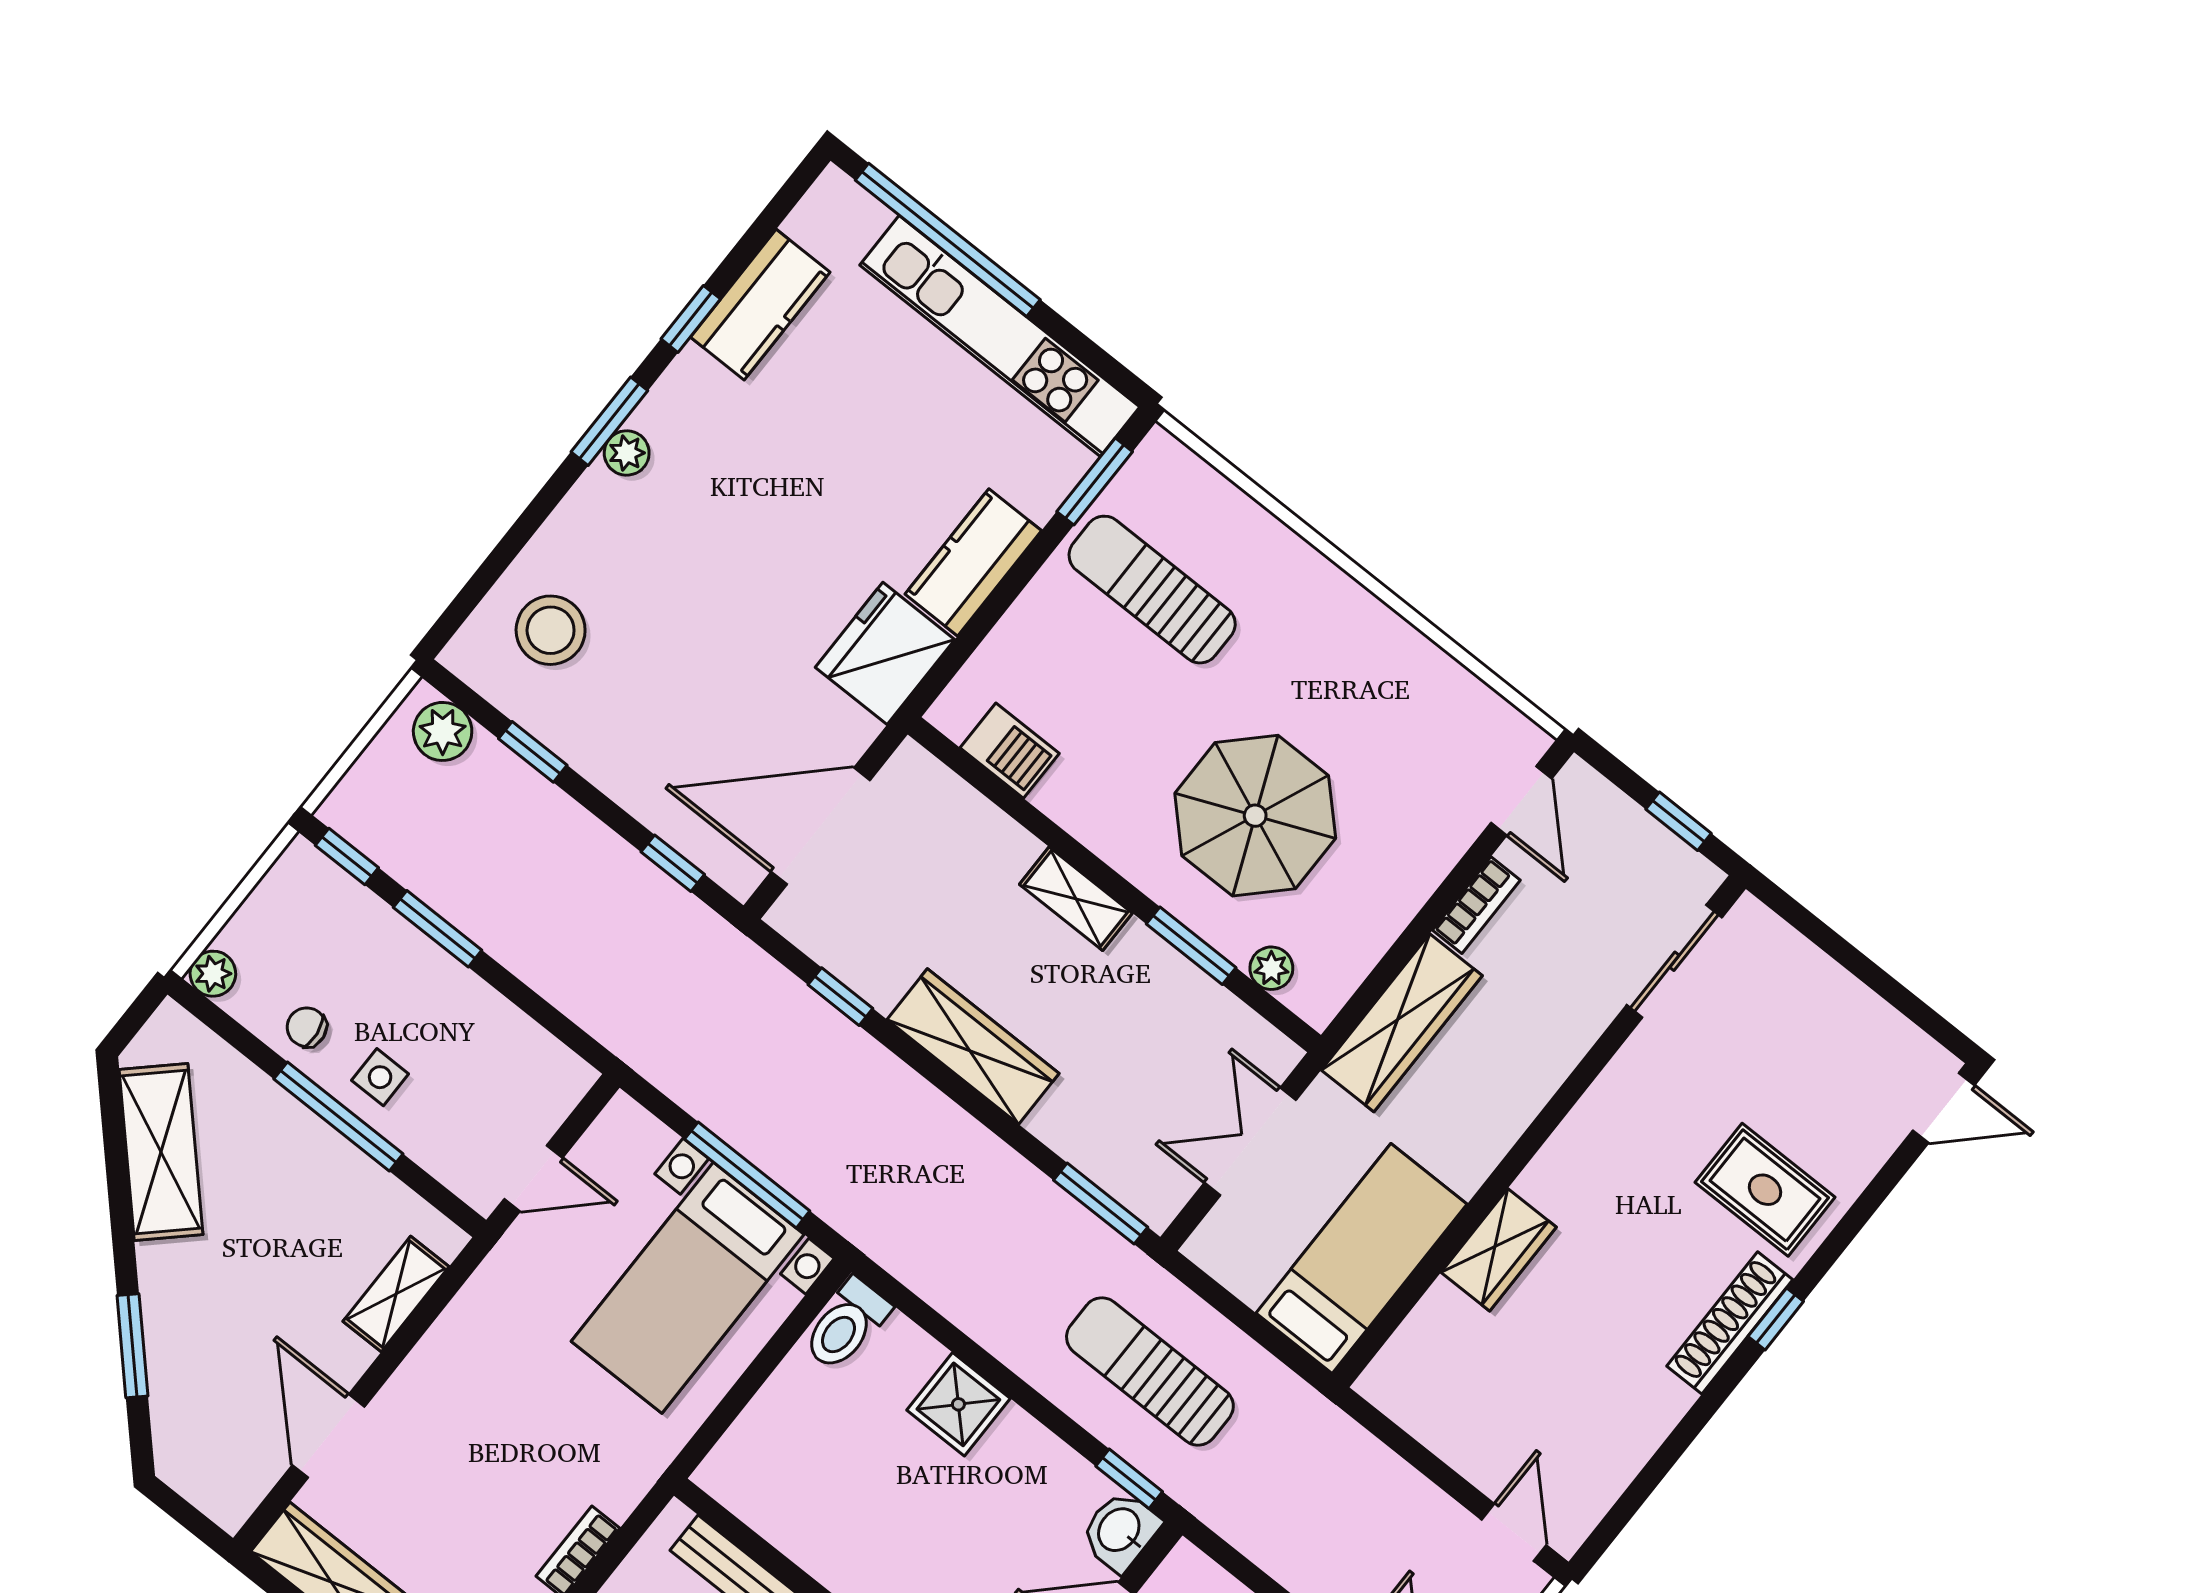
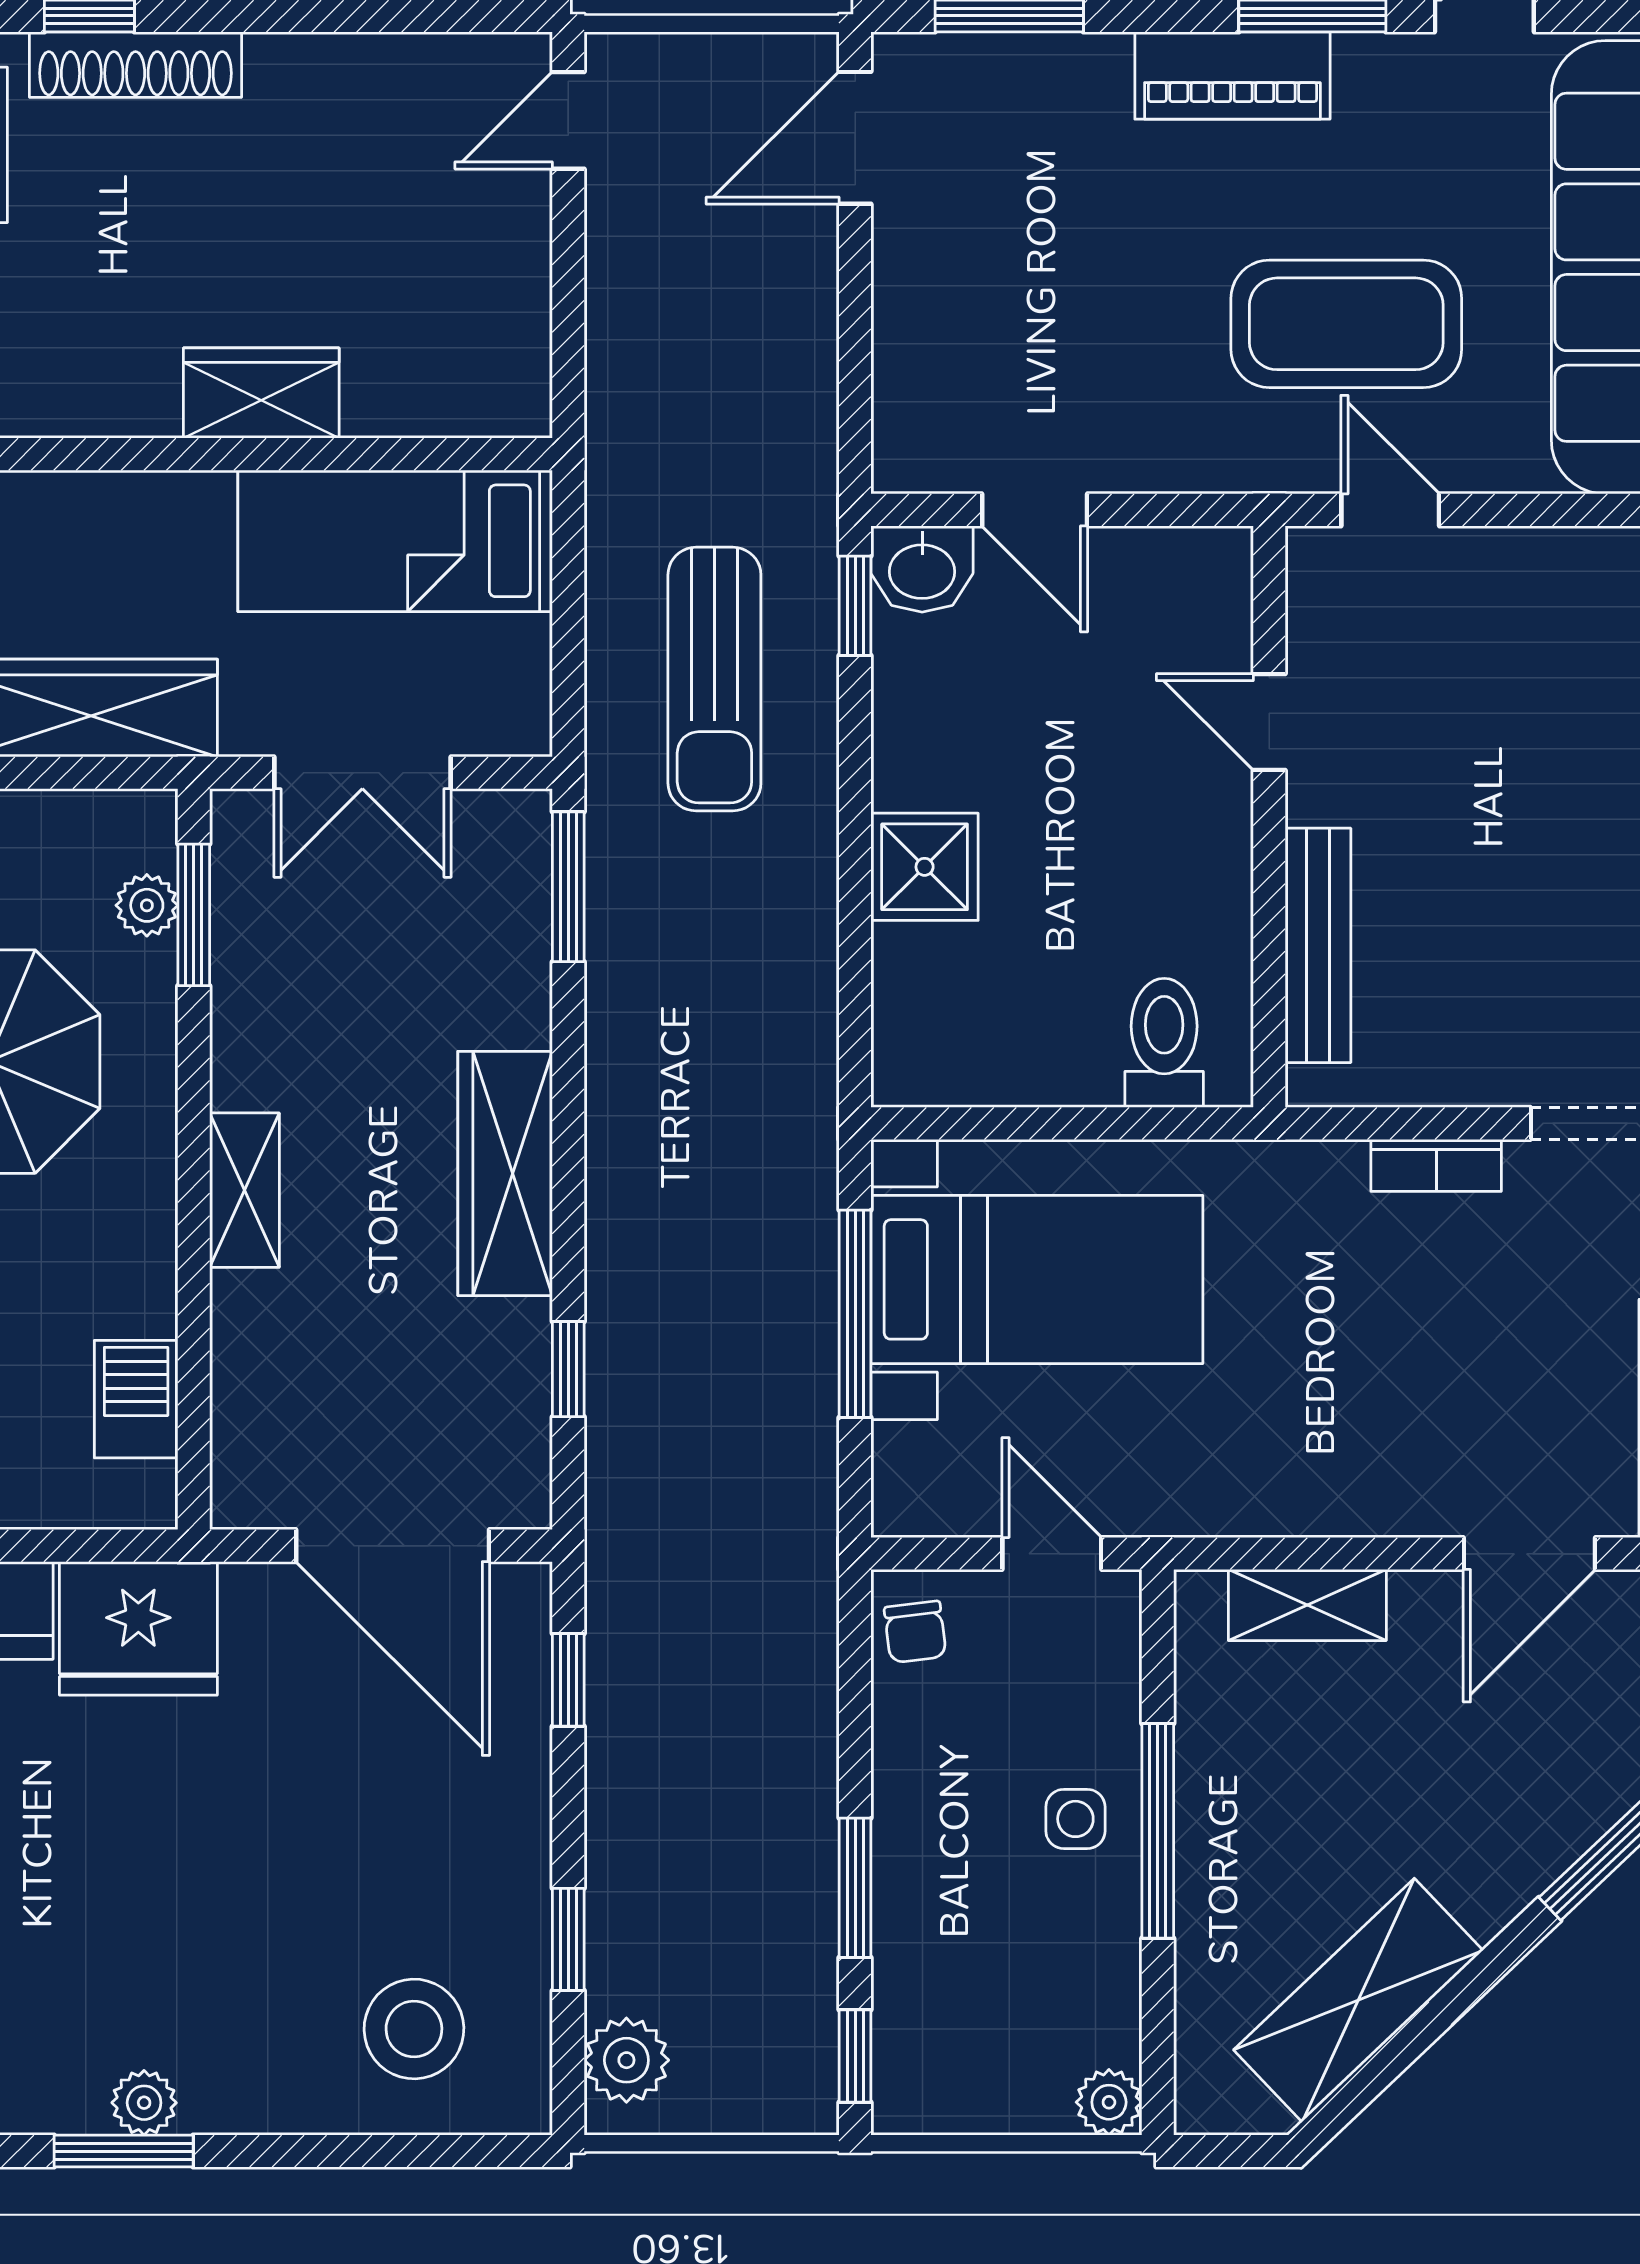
window: (1191, 946) -> (194, 915), moved
chair: (307, 1027) -> (915, 1632), moved
toilet: (846, 1325) -> (1164, 1043), moved, turned -90

